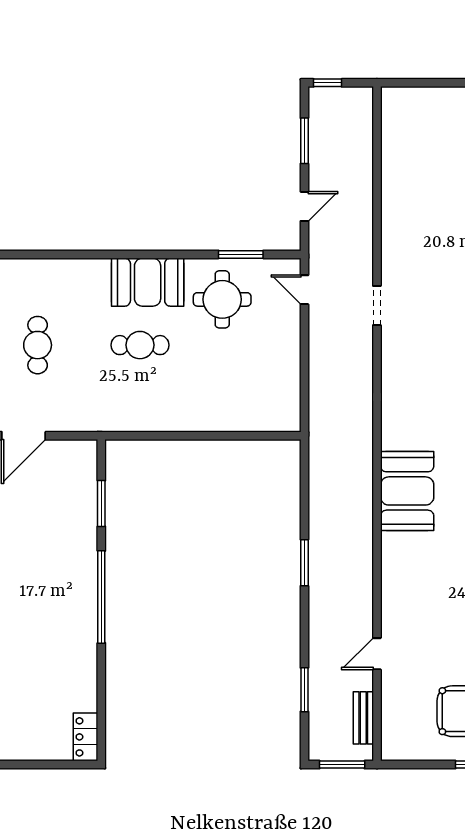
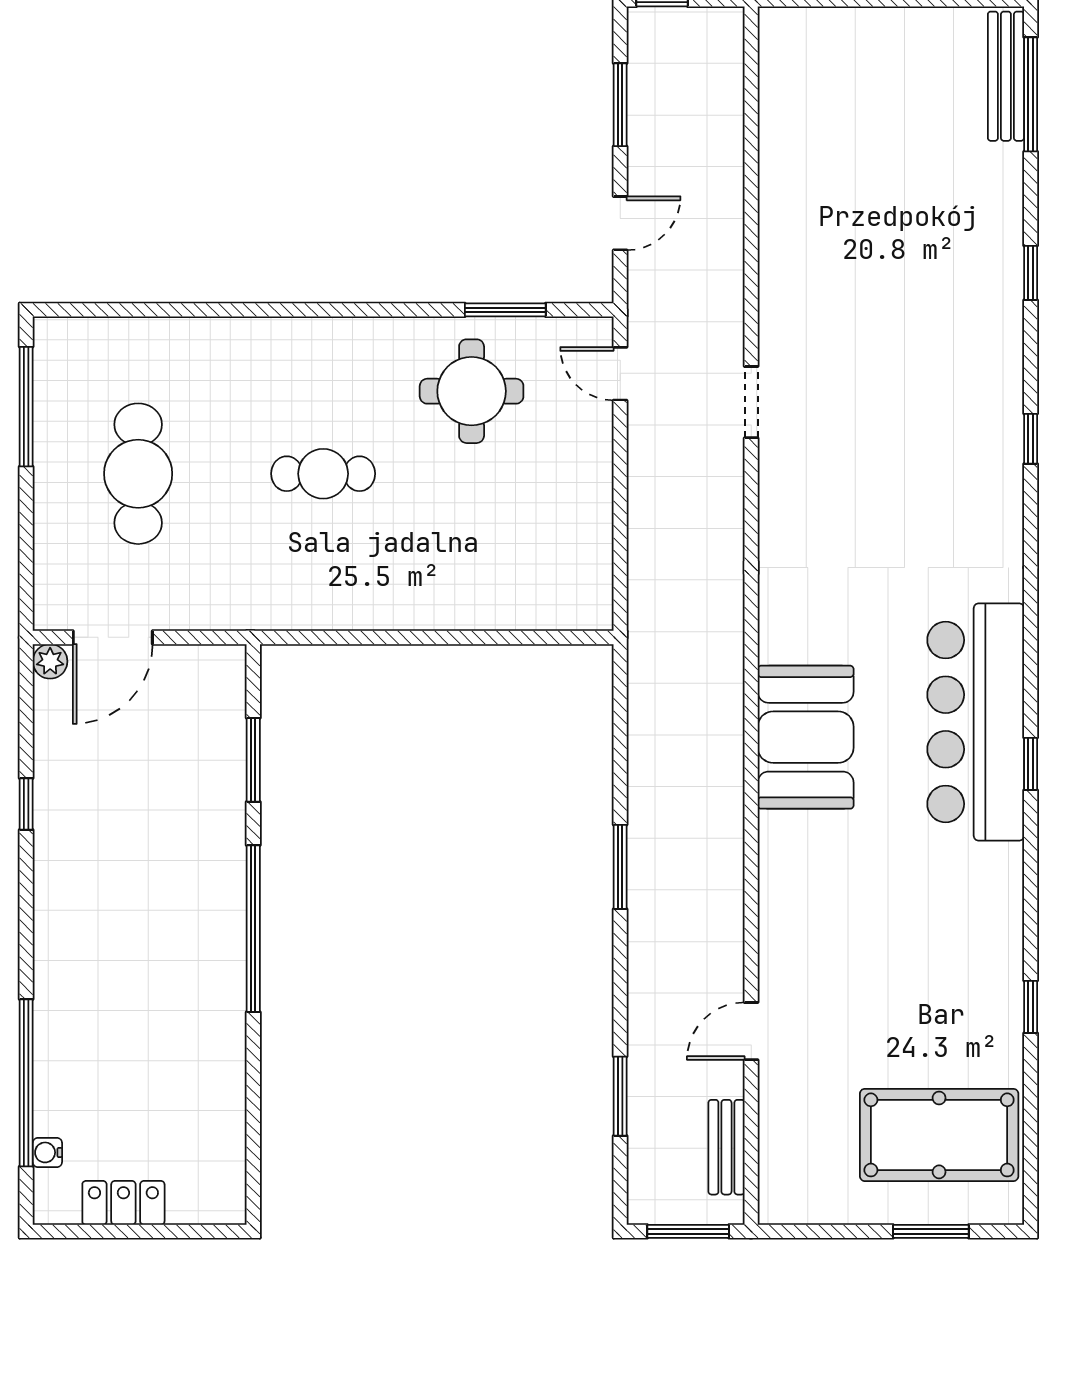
booth: (148, 282) -> (337, 360), removed
cafe table: (38, 345) -> (138, 474), width x1.37, depth x1.35
locker: (86, 737) -> (123, 1203), moved, turned 90

